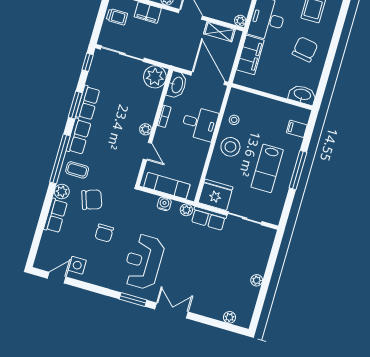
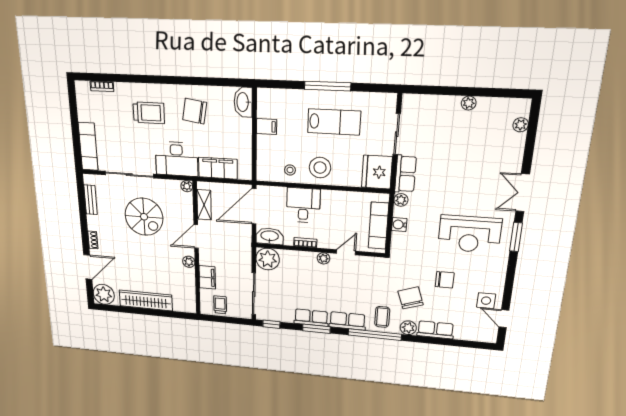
filing cabinet: (297, 129) -> (267, 127), moved, turned -90

